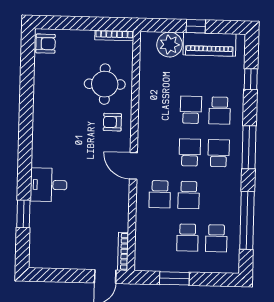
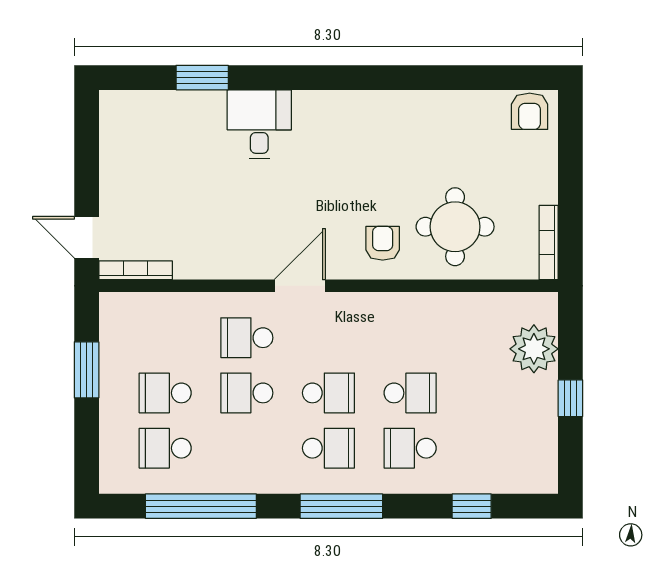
piano: (210, 44) -> (536, 425), removed

